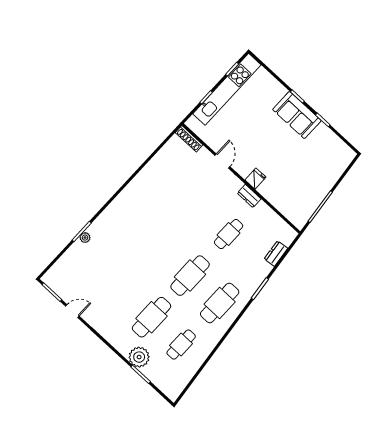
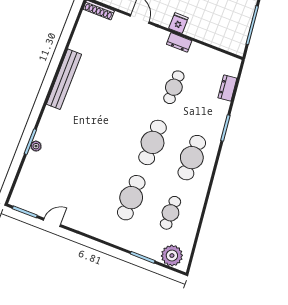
bench: (134, 188) -> (64, 79), added
plant: (139, 357) -> (172, 256), moved

